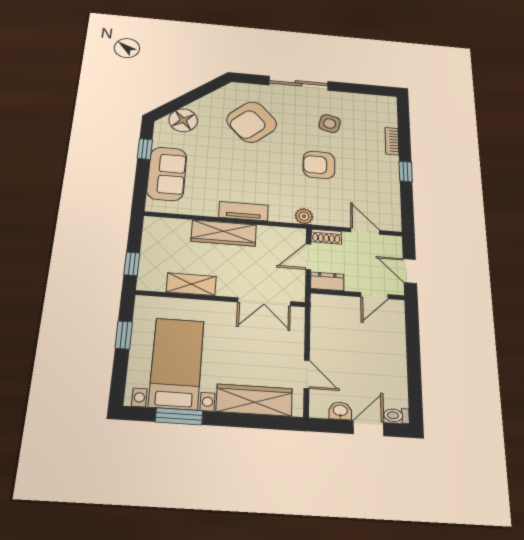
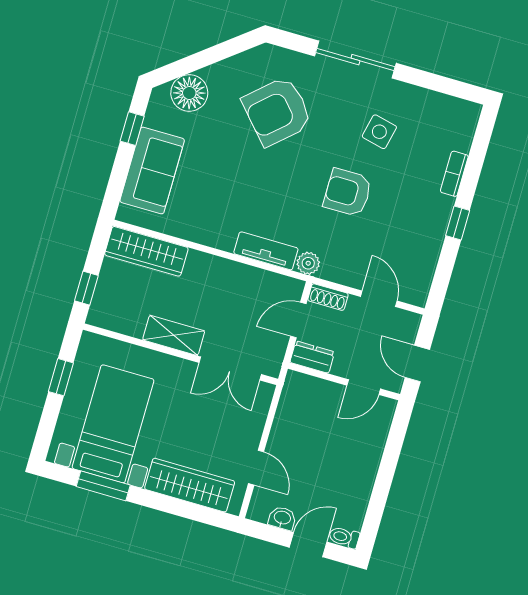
tv unit: (243, 211) -> (266, 251), moved
wardrobe: (224, 233) -> (146, 251), moved
shelving: (191, 284) -> (174, 335), moved

